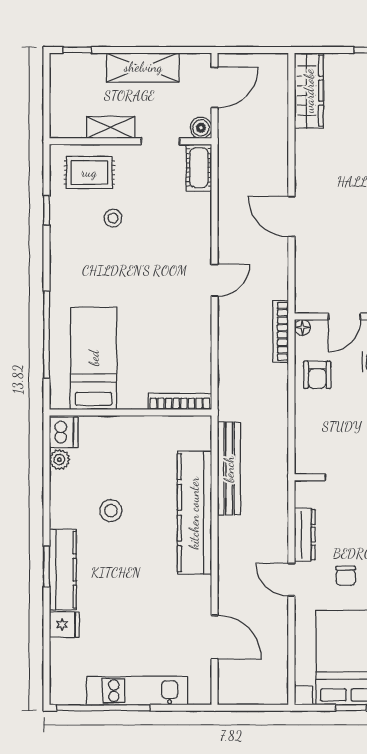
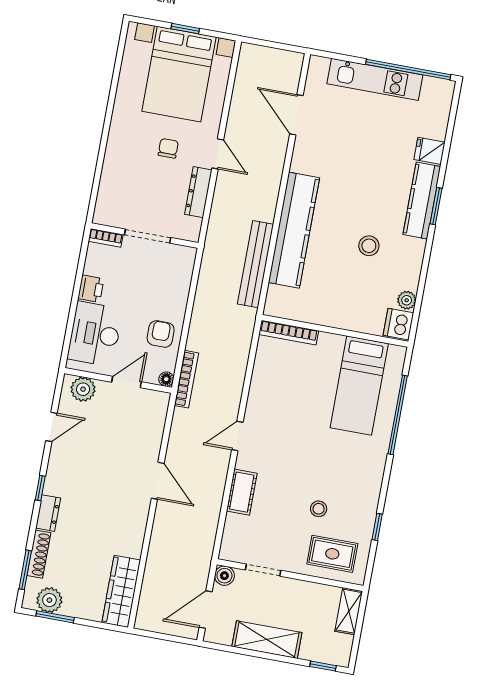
shelving: (111, 127) -> (349, 611), moved, turned 90
cot: (199, 168) -> (242, 492), moved

